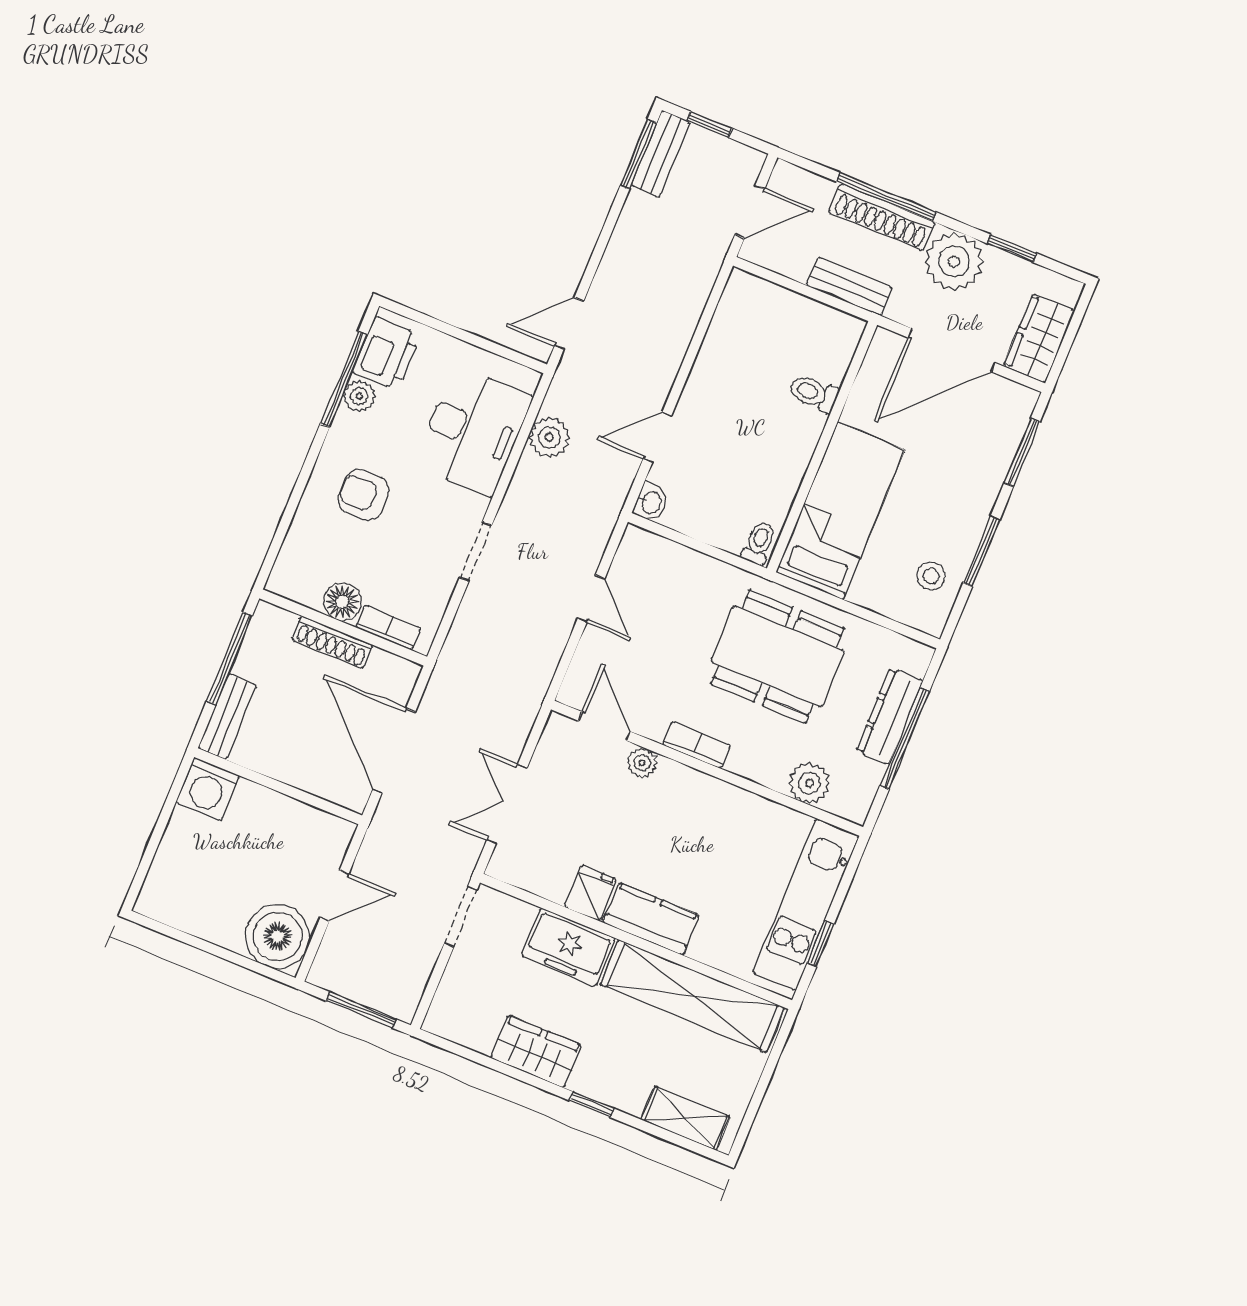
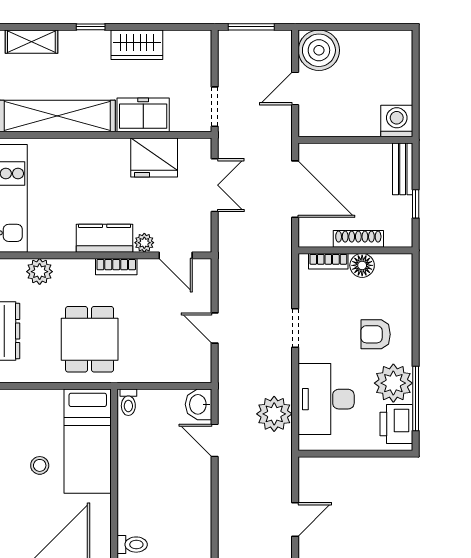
door: (569, 324) -> (295, 520), moved
toilet: (814, 393) -> (132, 545), moved
plant: (359, 396) -> (393, 383), width x1.87, depth x1.87
plant: (549, 437) -> (274, 414), width x1.36, depth x1.36
door: (657, 437) -> (215, 440), swing flipped
armchair: (364, 495) -> (376, 334), turned 180
washbasin: (651, 502) -> (199, 404), width x1.38, depth x1.45
stool: (931, 576) -> (40, 465), moved
dining table: (778, 656) -> (90, 339), width x0.73
window: (229, 659) -> (416, 204), width x0.46
fridge: (590, 893) -> (154, 158), width x1.88, depth x1.34
kitchen counter: (651, 919) -> (105, 238), moved, turned 180

